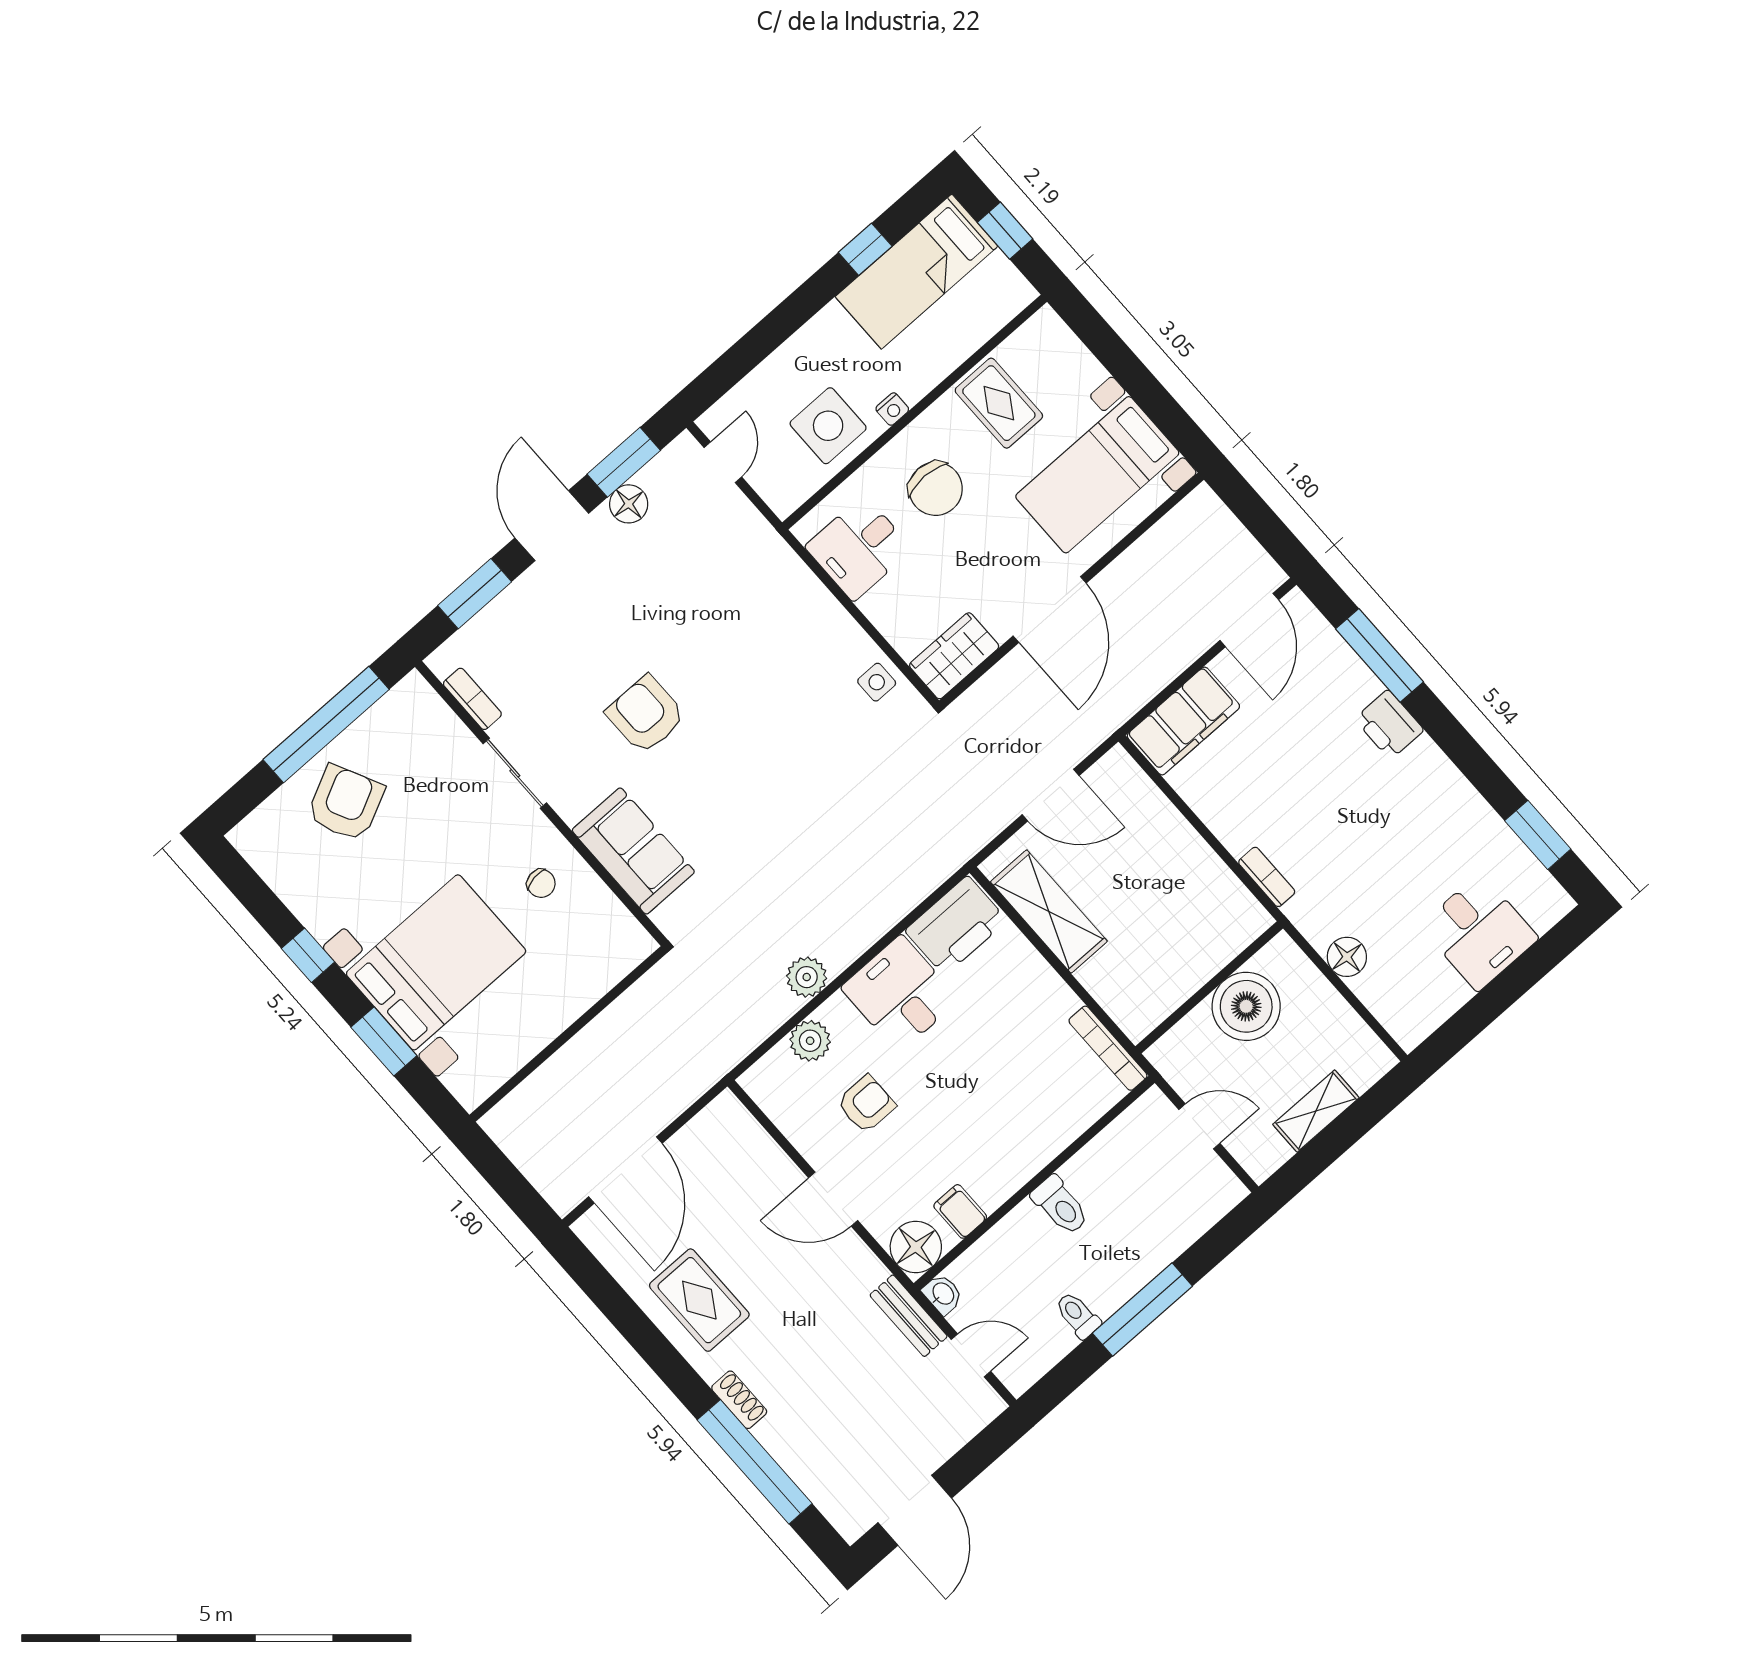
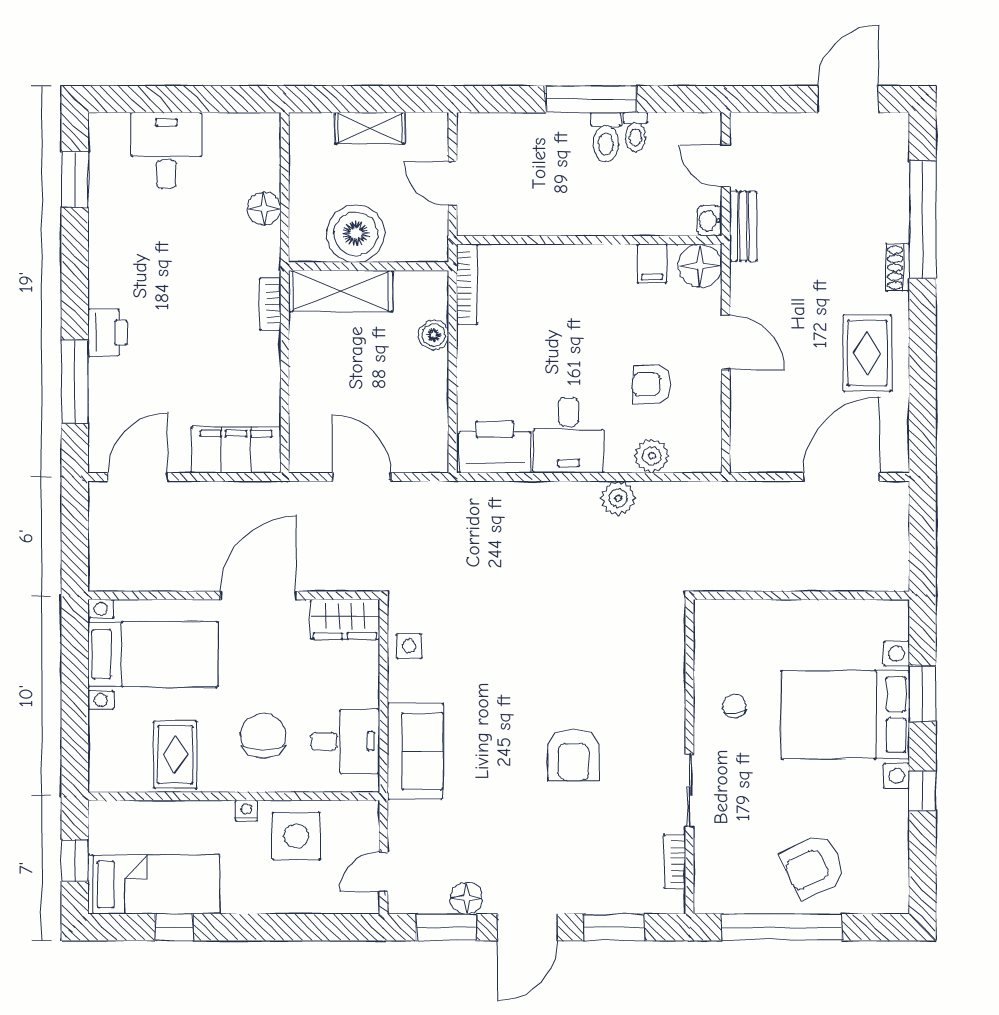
sofa: (633, 851) -> (415, 751), moved, turned 180
shelving: (1049, 912) -> (340, 291), moved, turned 90
boiler: (1098, 977) -> (434, 335), added
toilet: (1060, 1205) -> (606, 137), moved, turned 180

